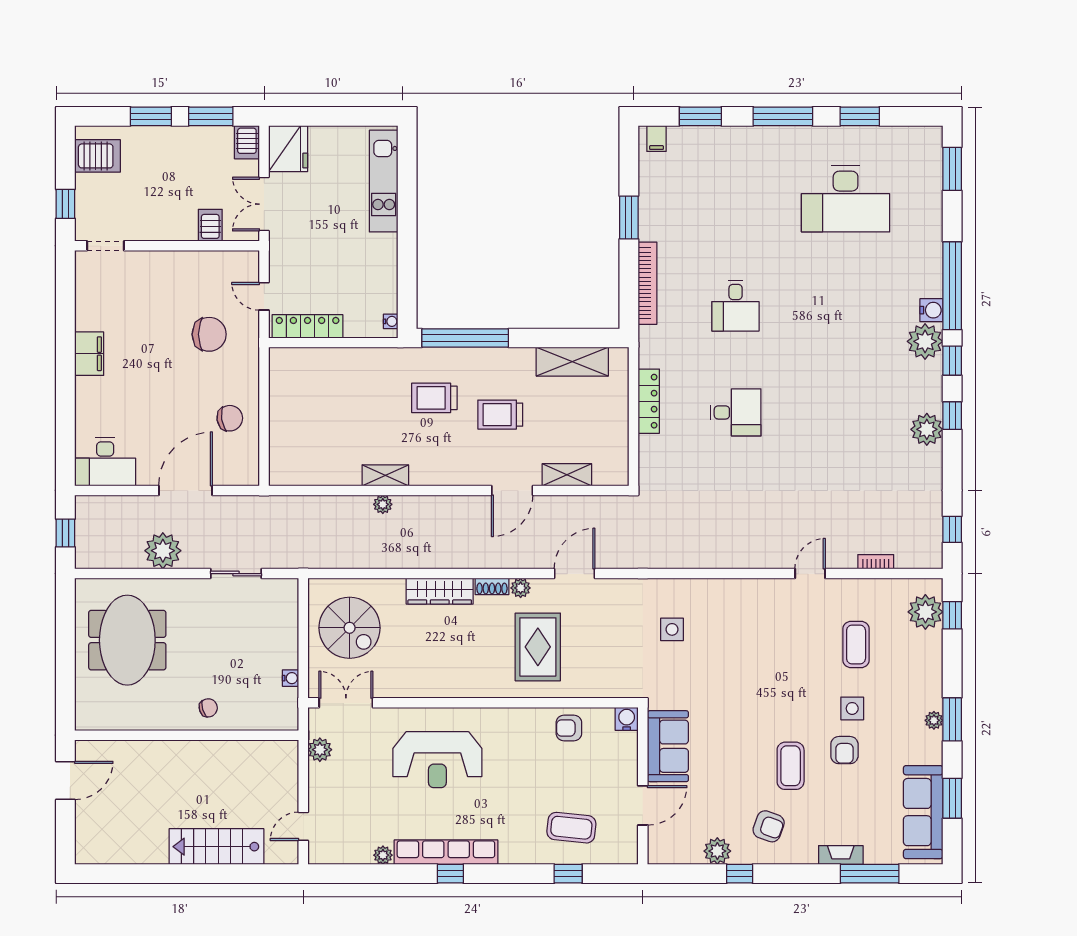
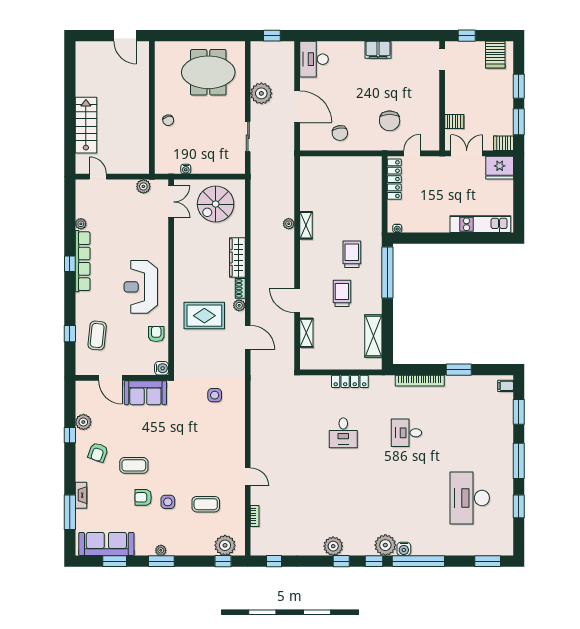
reception desk: (437, 760) -> (141, 287), moved

